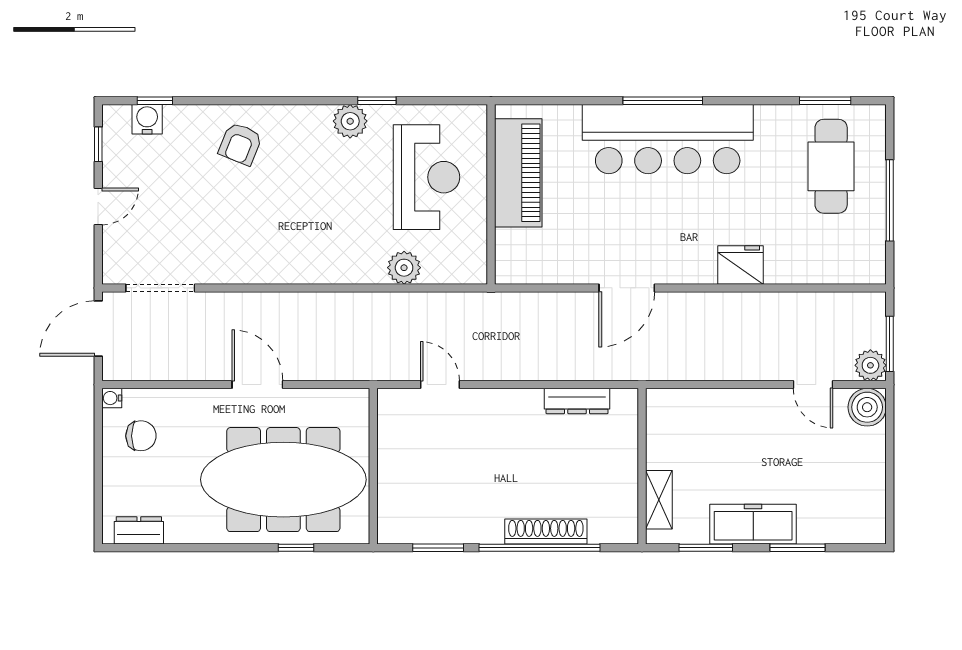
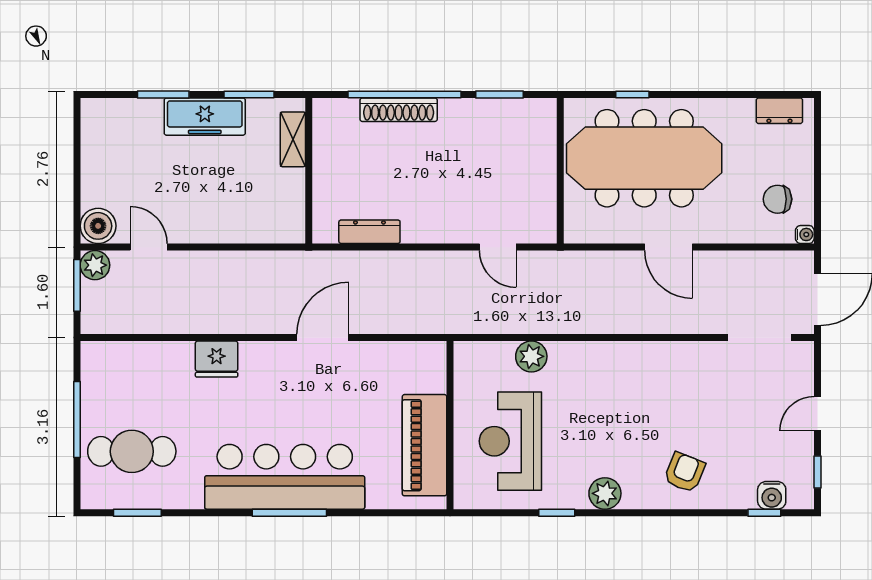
plant: (350, 121) -> (605, 493), moved
cafe table: (831, 166) -> (132, 451), turned 90

